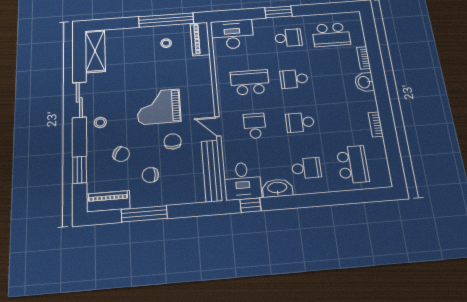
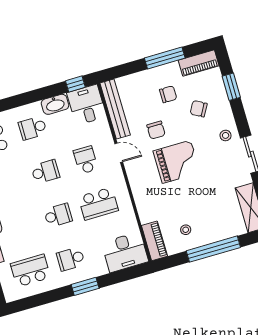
window: (166, 20) -> (213, 249), moved
school desk: (255, 126) -> (86, 160), turned 180

